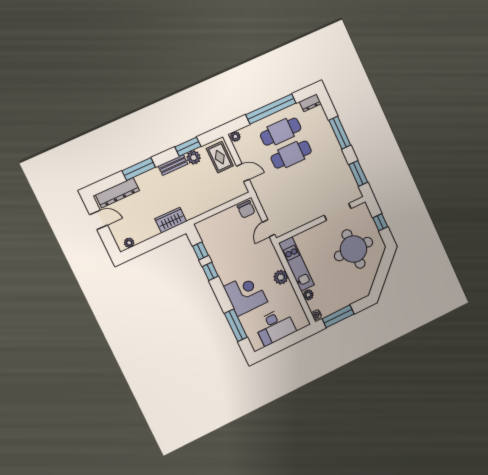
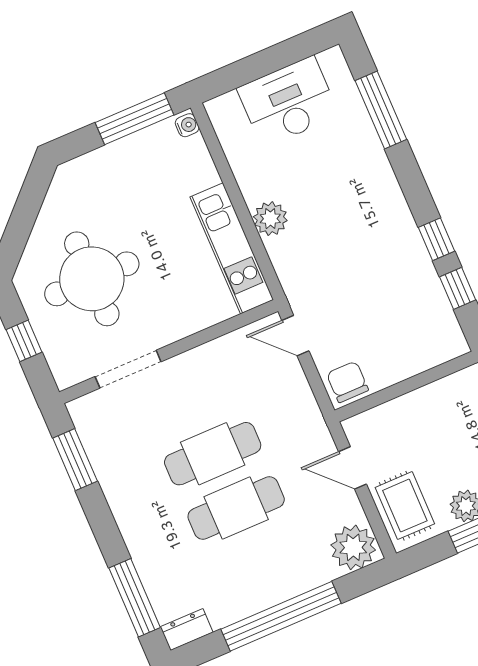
cafe table: (281, 132) -> (213, 454), moved
window: (340, 133) -> (135, 598), moved
plant: (235, 136) -> (353, 547), width x1.88, depth x1.88
door: (269, 228) -> (295, 336), swing flipped
corner desk: (246, 294) -> (355, 182), removed
plant: (308, 295) -> (205, 174), removed

